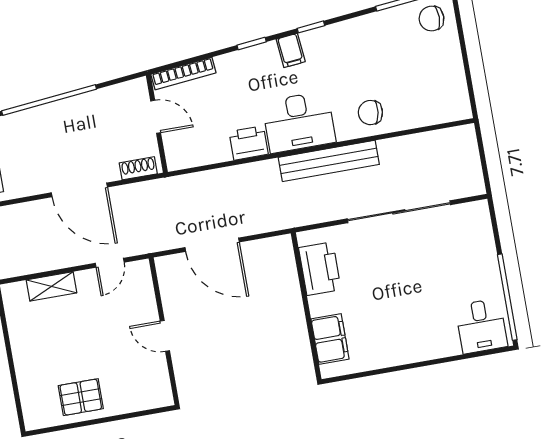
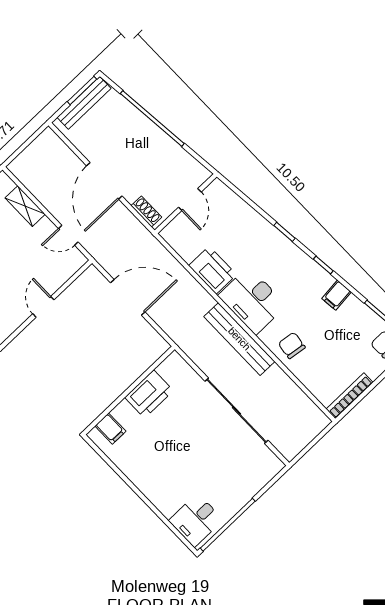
filing cabinet: (291, 50) -> (337, 295), moved
bookcase: (183, 73) -> (350, 396), moved, turned 96
printer: (249, 143) -> (213, 270), width x1.37, depth x1.19
door: (212, 245) -> (128, 297), swing flipped
printer: (320, 269) -> (149, 394), moved
filing cabinet: (330, 339) -> (110, 429), width x0.50

